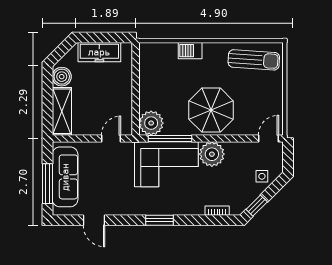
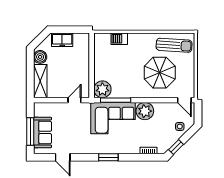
barbecue: (190, 51) -> (119, 39), moved
freezer: (99, 52) -> (62, 40), width x0.71
parasol: (211, 110) -> (160, 73), moved
door: (269, 138) -> (184, 100), swing flipped
sofa: (65, 177) -> (42, 132), width x0.73

